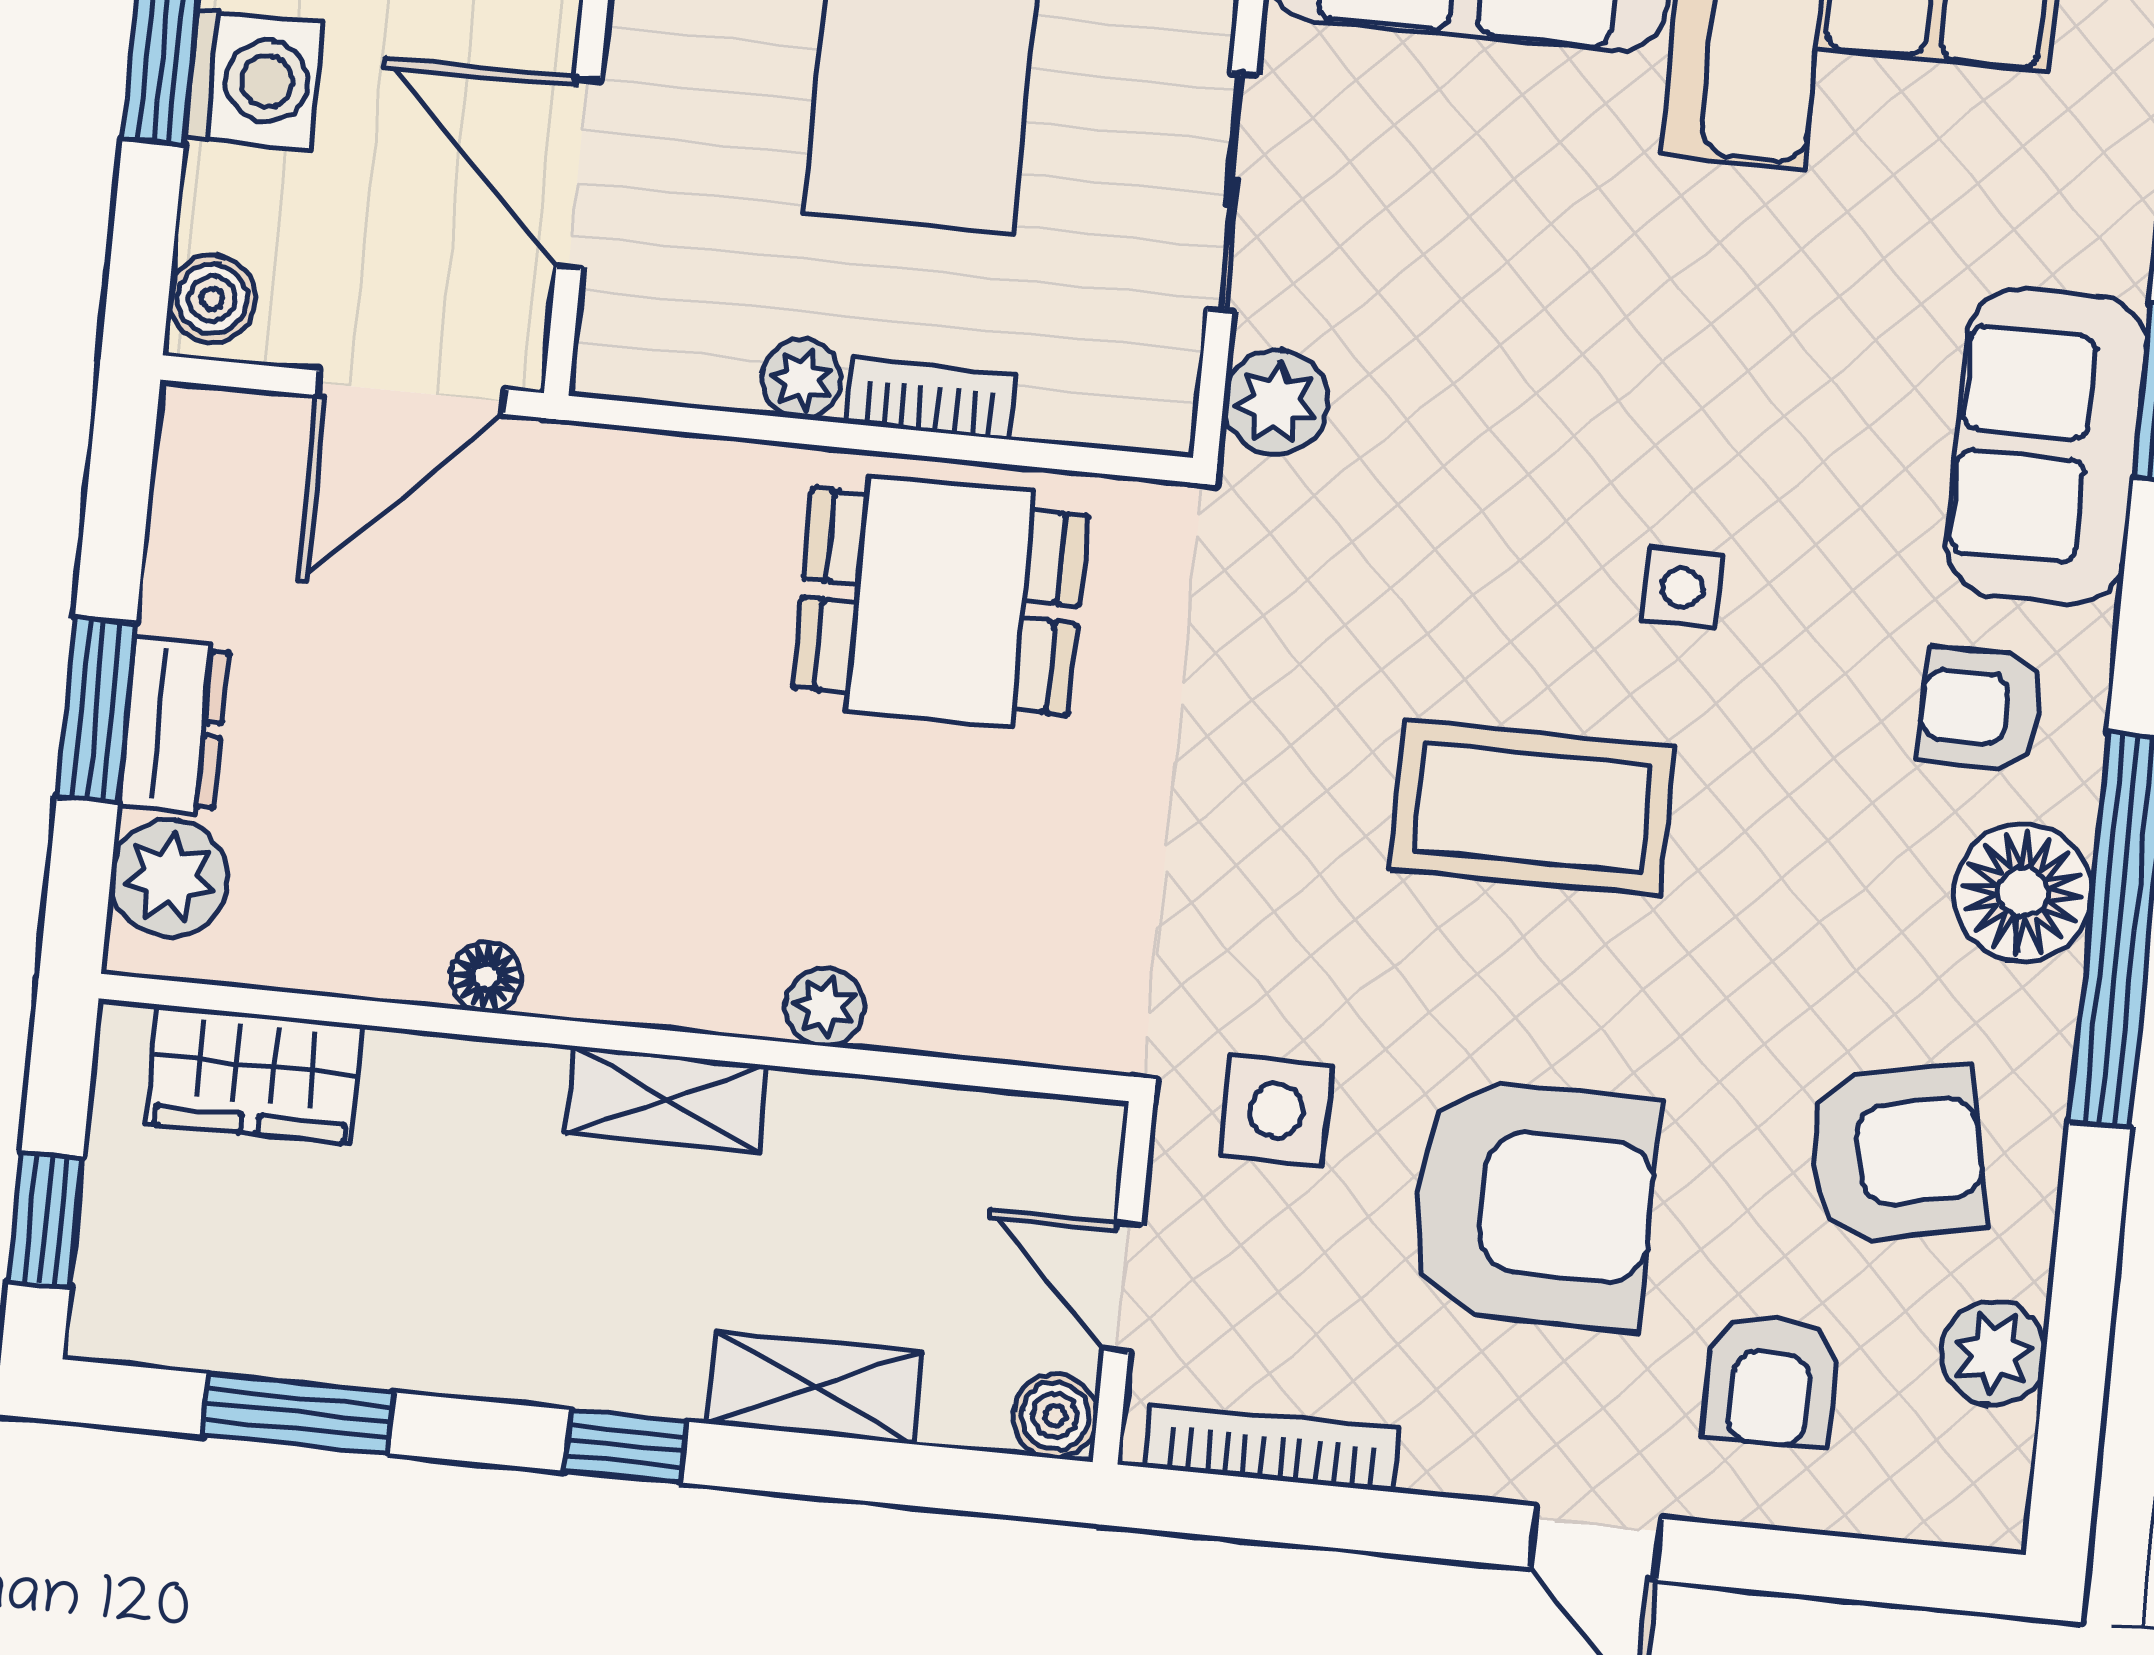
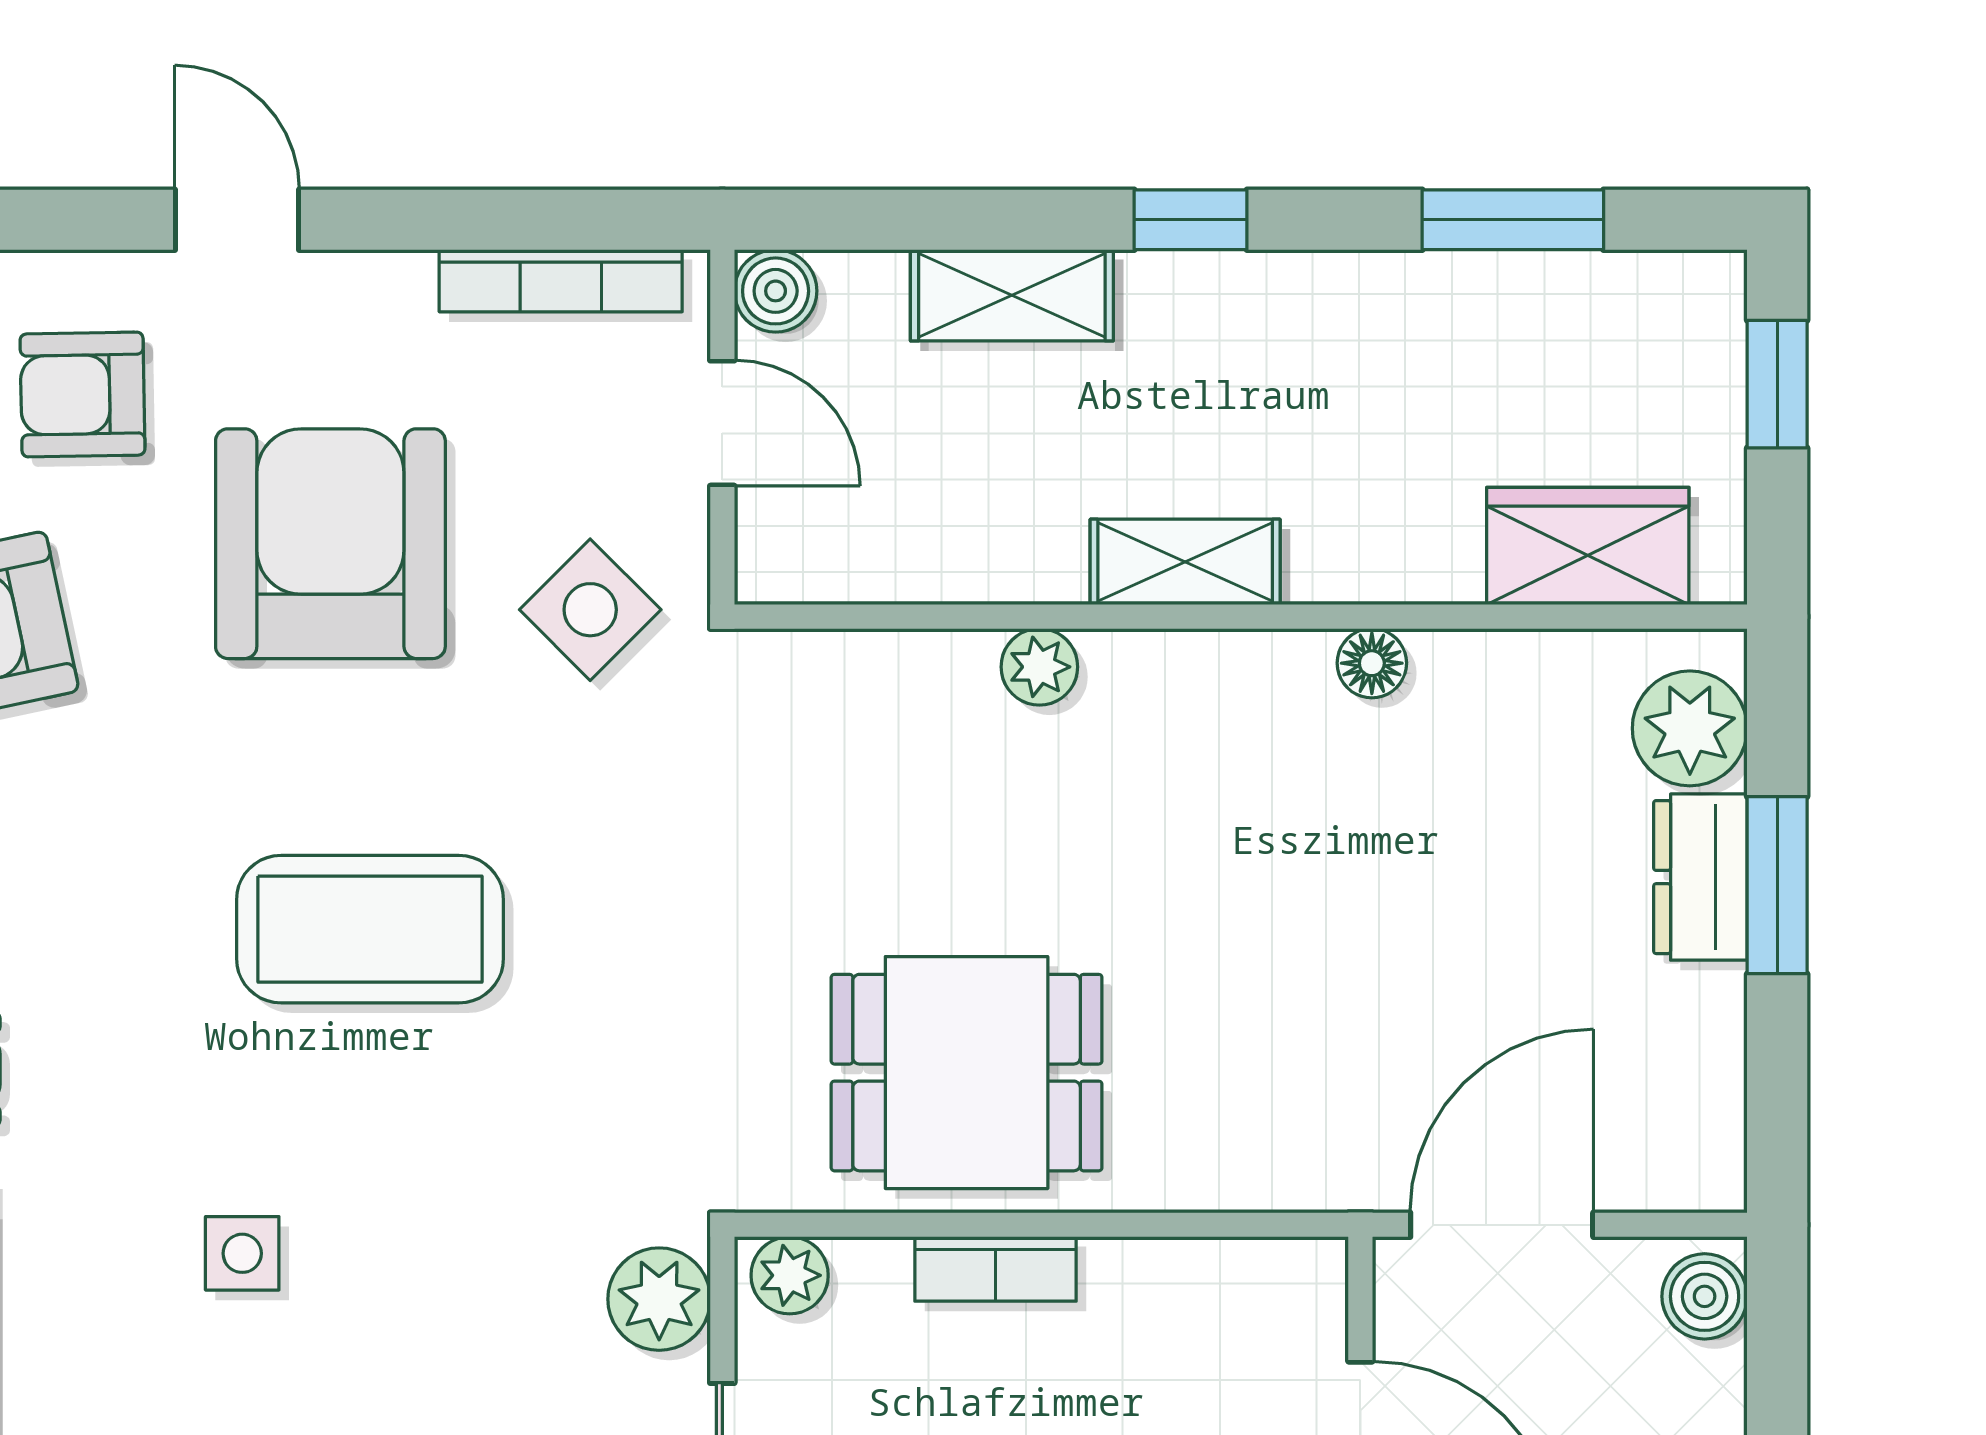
plant: (802, 379) -> (790, 1275), moved
side table: (1682, 588) -> (242, 1253), moved
side table: (1276, 1110) -> (590, 610), turned 45
armchair: (1534, 1204) -> (330, 544), turned 90
armchair: (1771, 1381) -> (83, 395), turned -91

